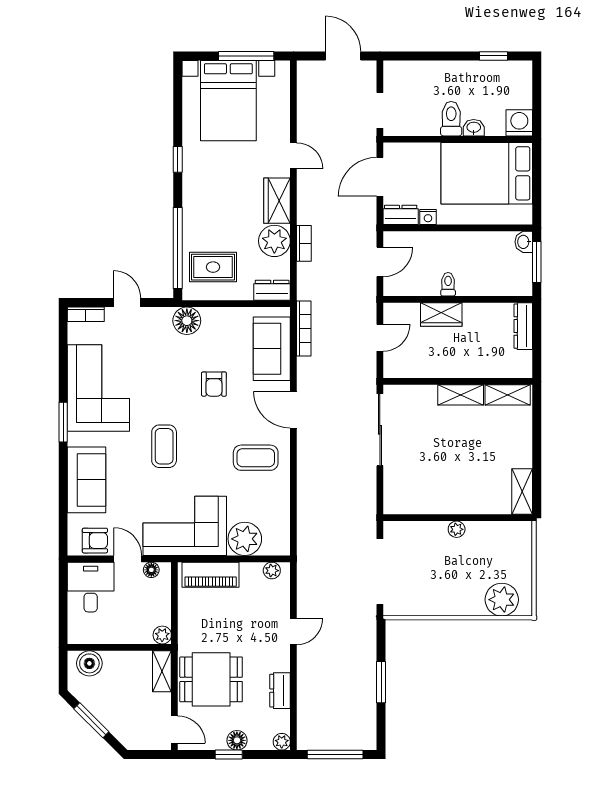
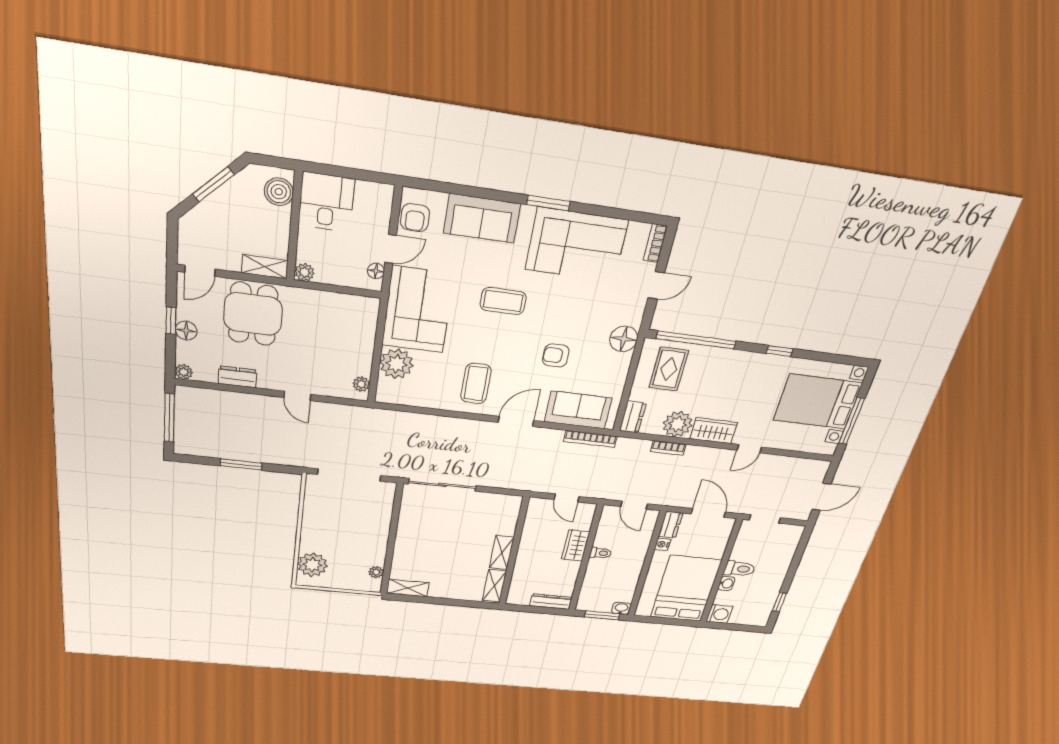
sliding door: (380, 430) -> (442, 485), moved
plant: (457, 529) -> (376, 572), moved
piano: (211, 575) -> (364, 328), removed
desk: (91, 587) -> (326, 202), moved, turned -90

